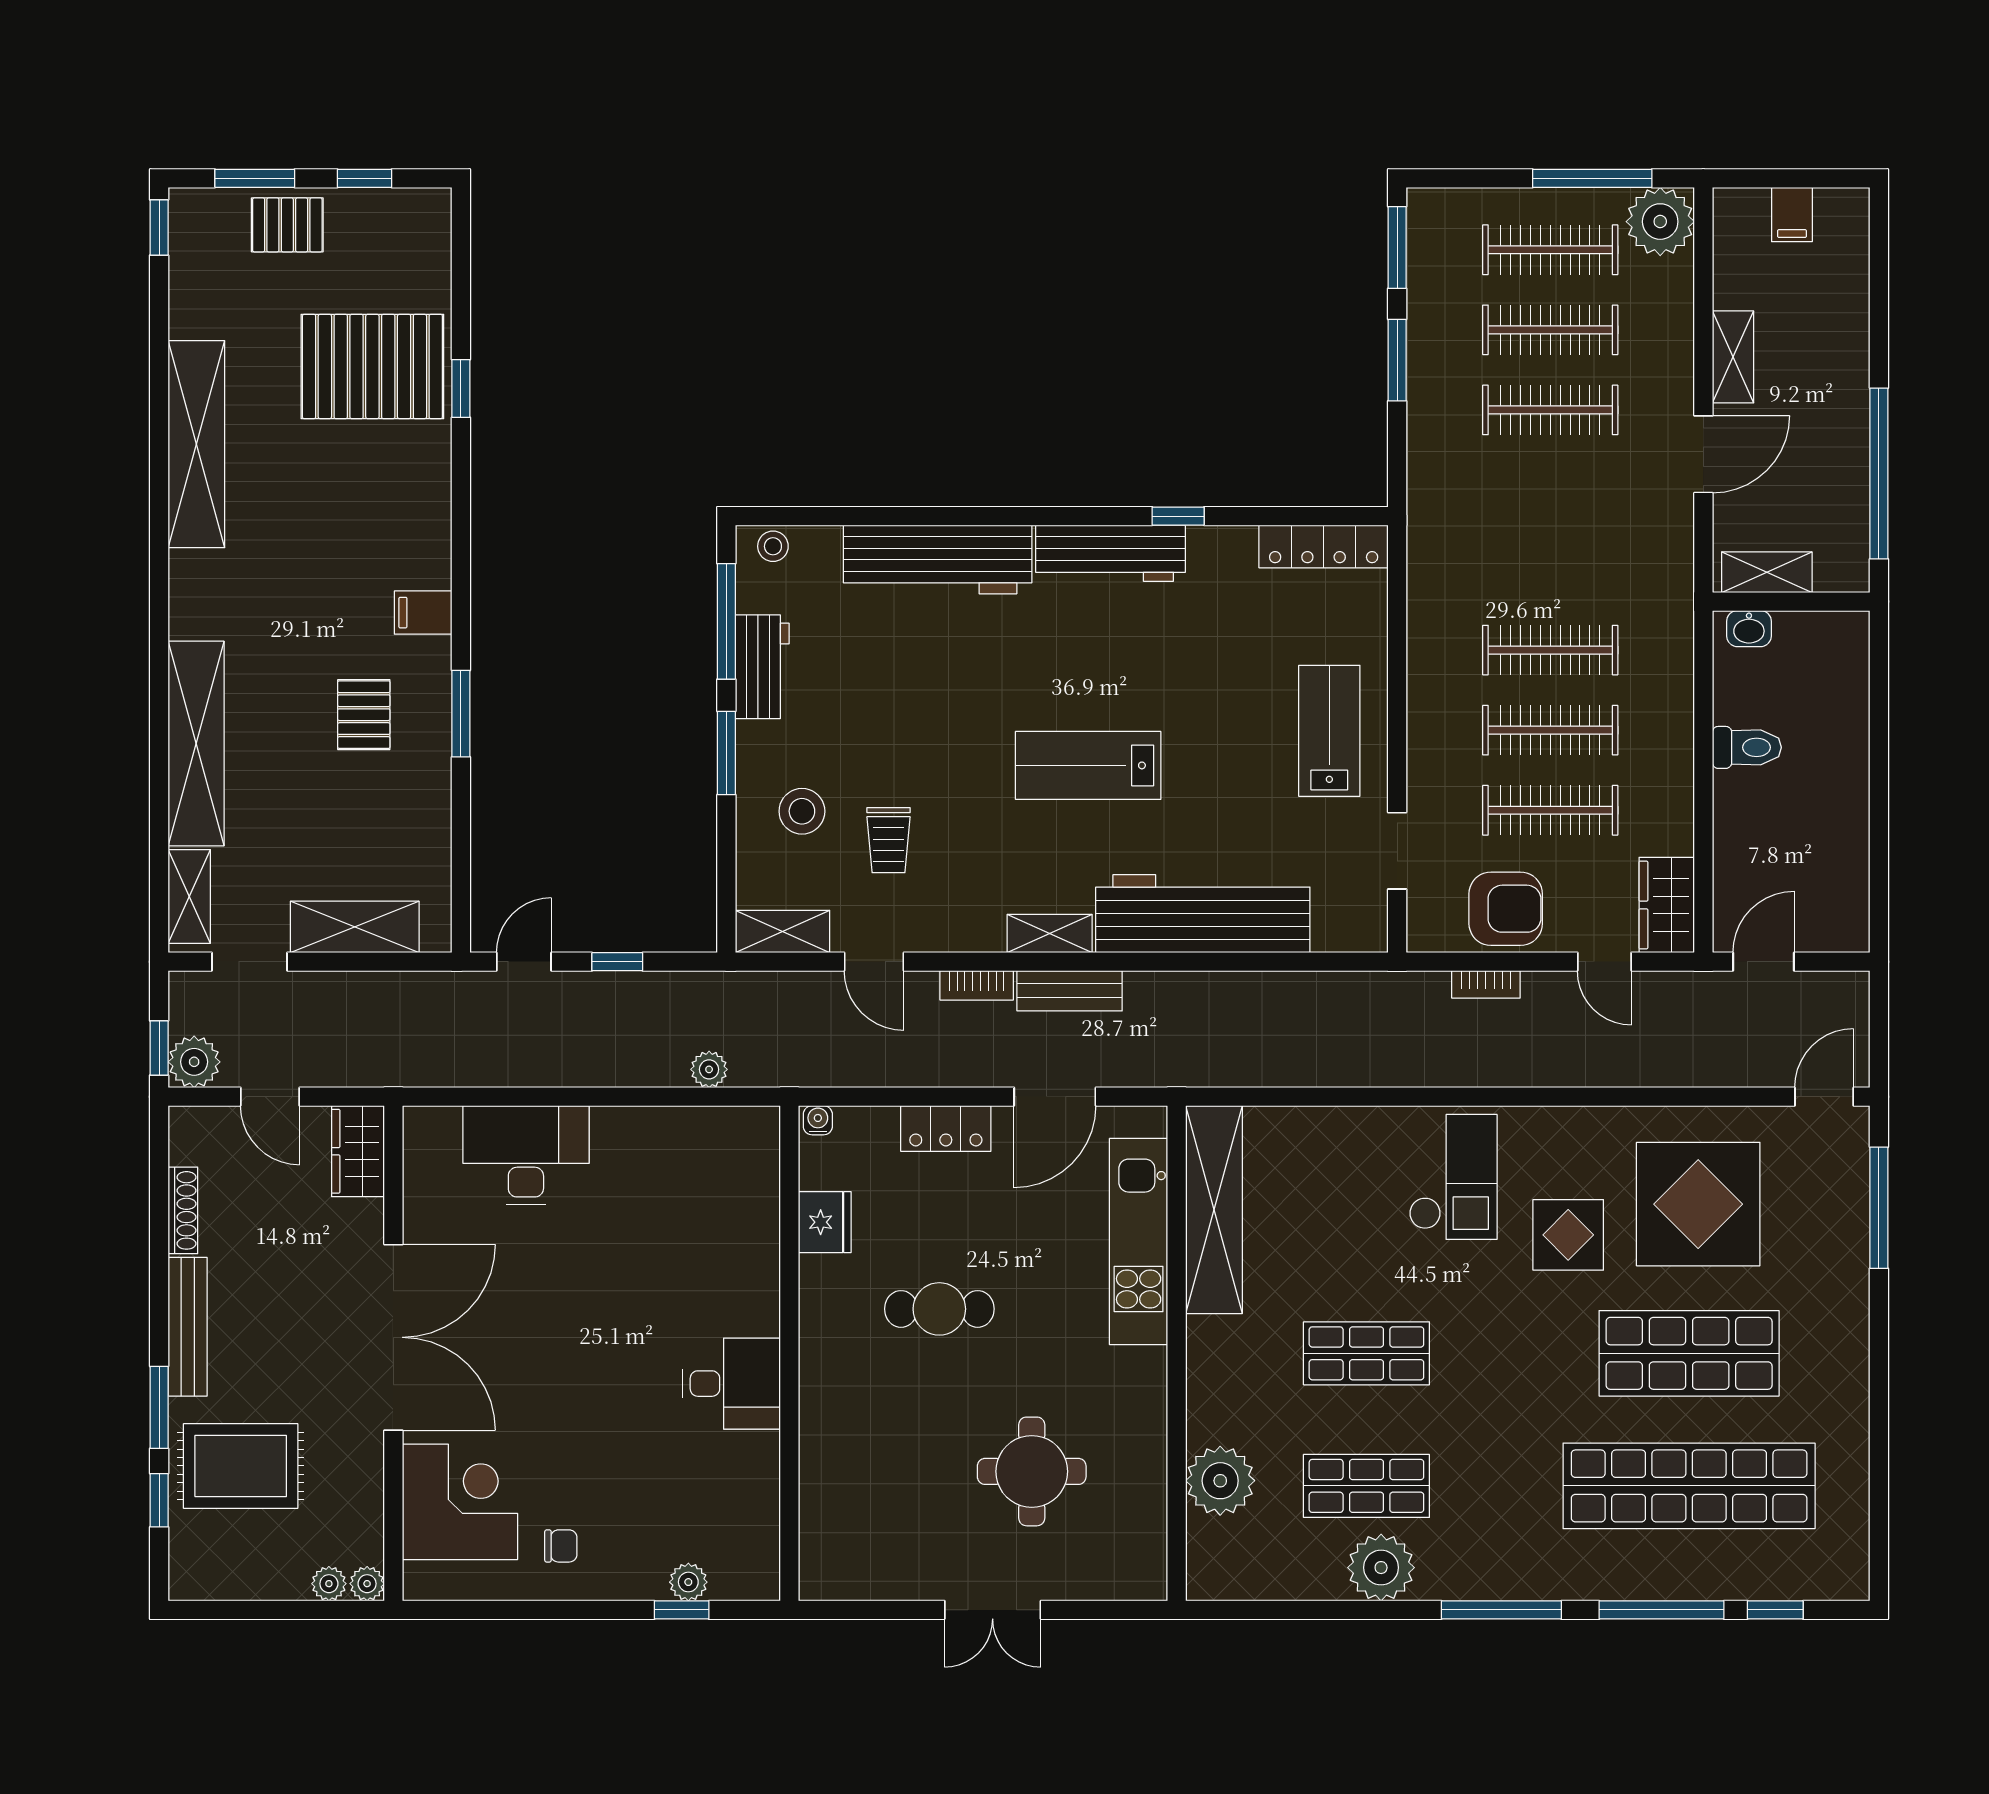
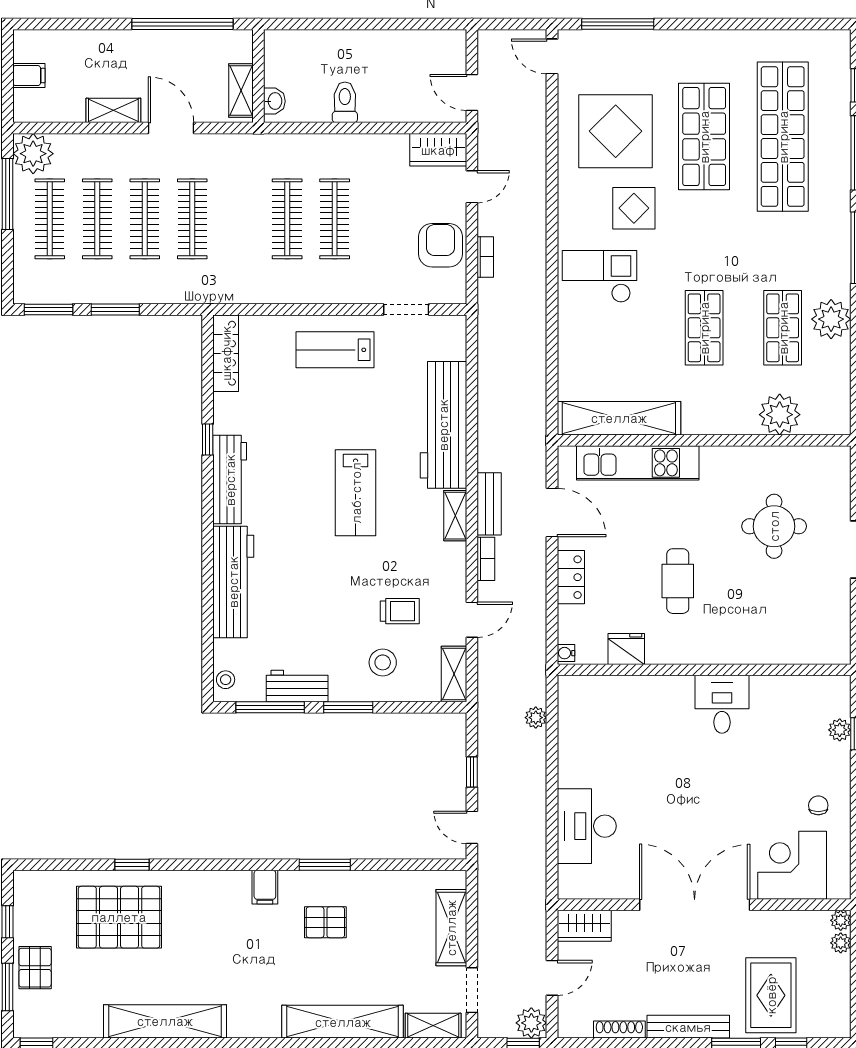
pallet: (372, 366) -> (119, 917), turned 90
clothes rail: (1550, 810) -> (192, 219), moved

